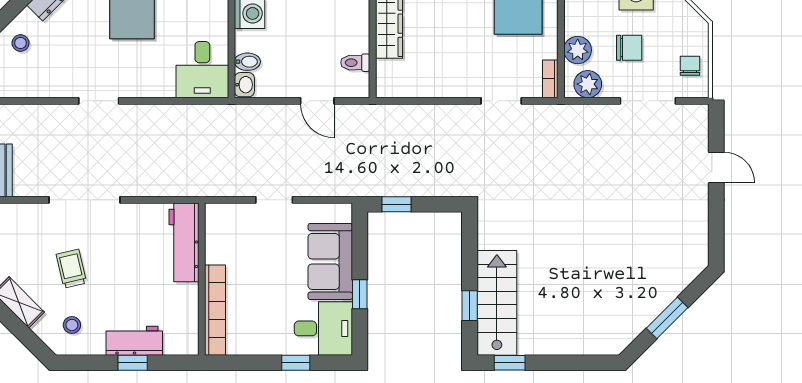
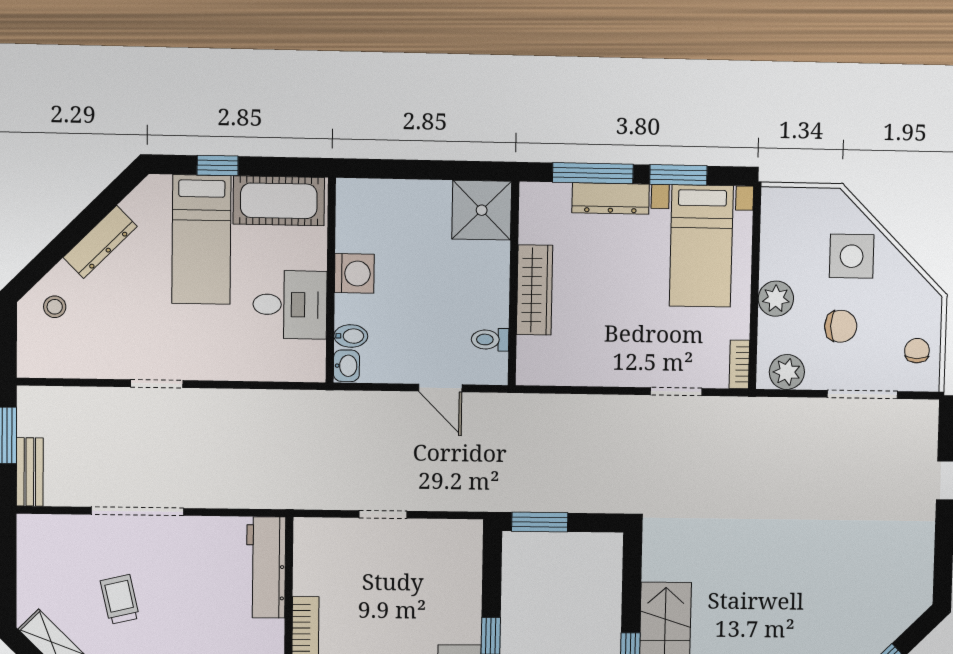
plant: (578, 50) -> (776, 299), moved
desk: (202, 70) -> (290, 305), moved, turned -90
window: (396, 204) -> (540, 522), width x1.50
sofa: (330, 261) -> (454, 594), removed

